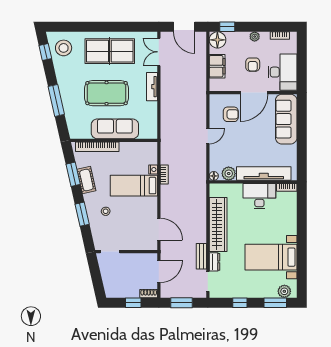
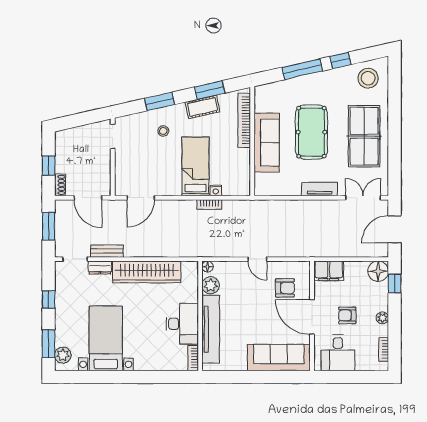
window: (45, 52) -> (340, 61), moved
filing cabinet: (217, 66) -> (329, 271), moved
desk: (283, 72) -> (338, 353), width x0.73
armchair: (231, 114) -> (285, 288), turned -90

